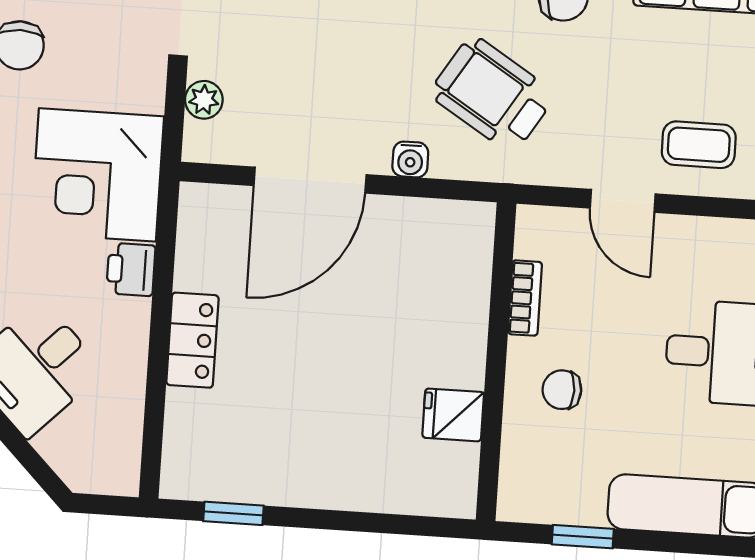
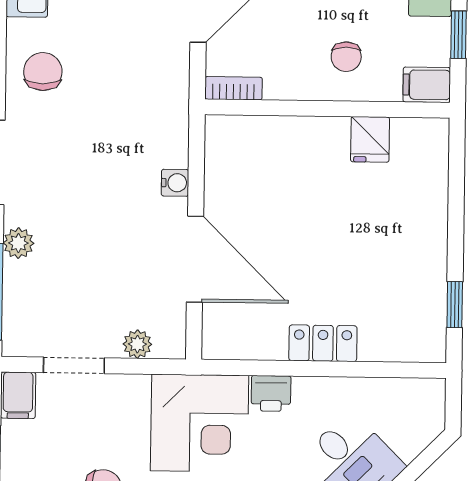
wheelchair: (492, 94) -> (121, 122), removed
bookcase: (525, 298) -> (234, 88), moved
filing cabinet: (520, 492) -> (427, 85), added

